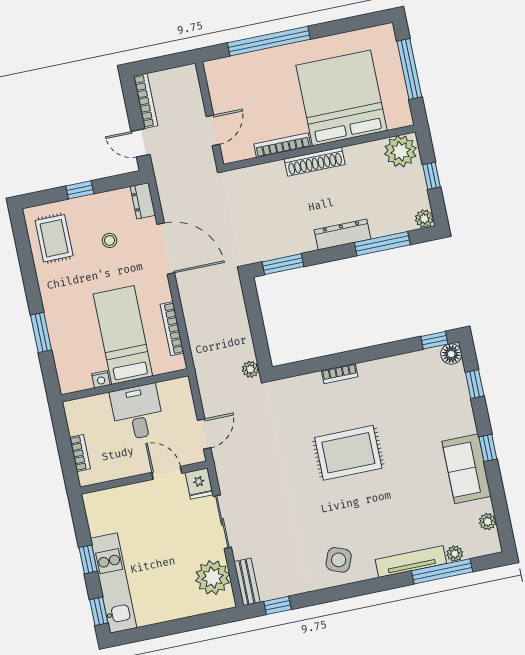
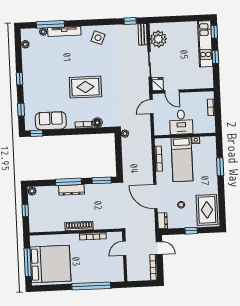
bed: (341, 98) -> (50, 264), moved, turned -90
plant: (400, 151) -> (38, 224), removed
rug: (54, 238) -> (207, 210), width x1.36, depth x1.43
window: (382, 244) -> (68, 182), moved
floor lamp: (451, 354) -> (97, 123), moved
sofa: (467, 469) -> (51, 121), moved, turned -90

